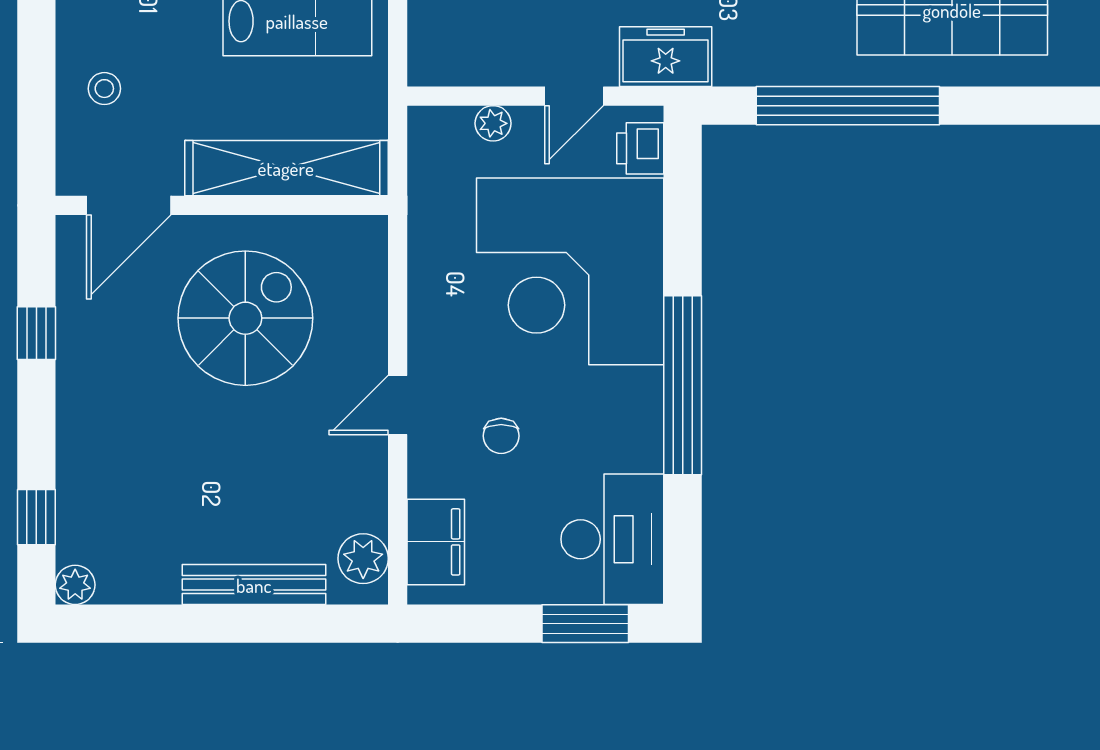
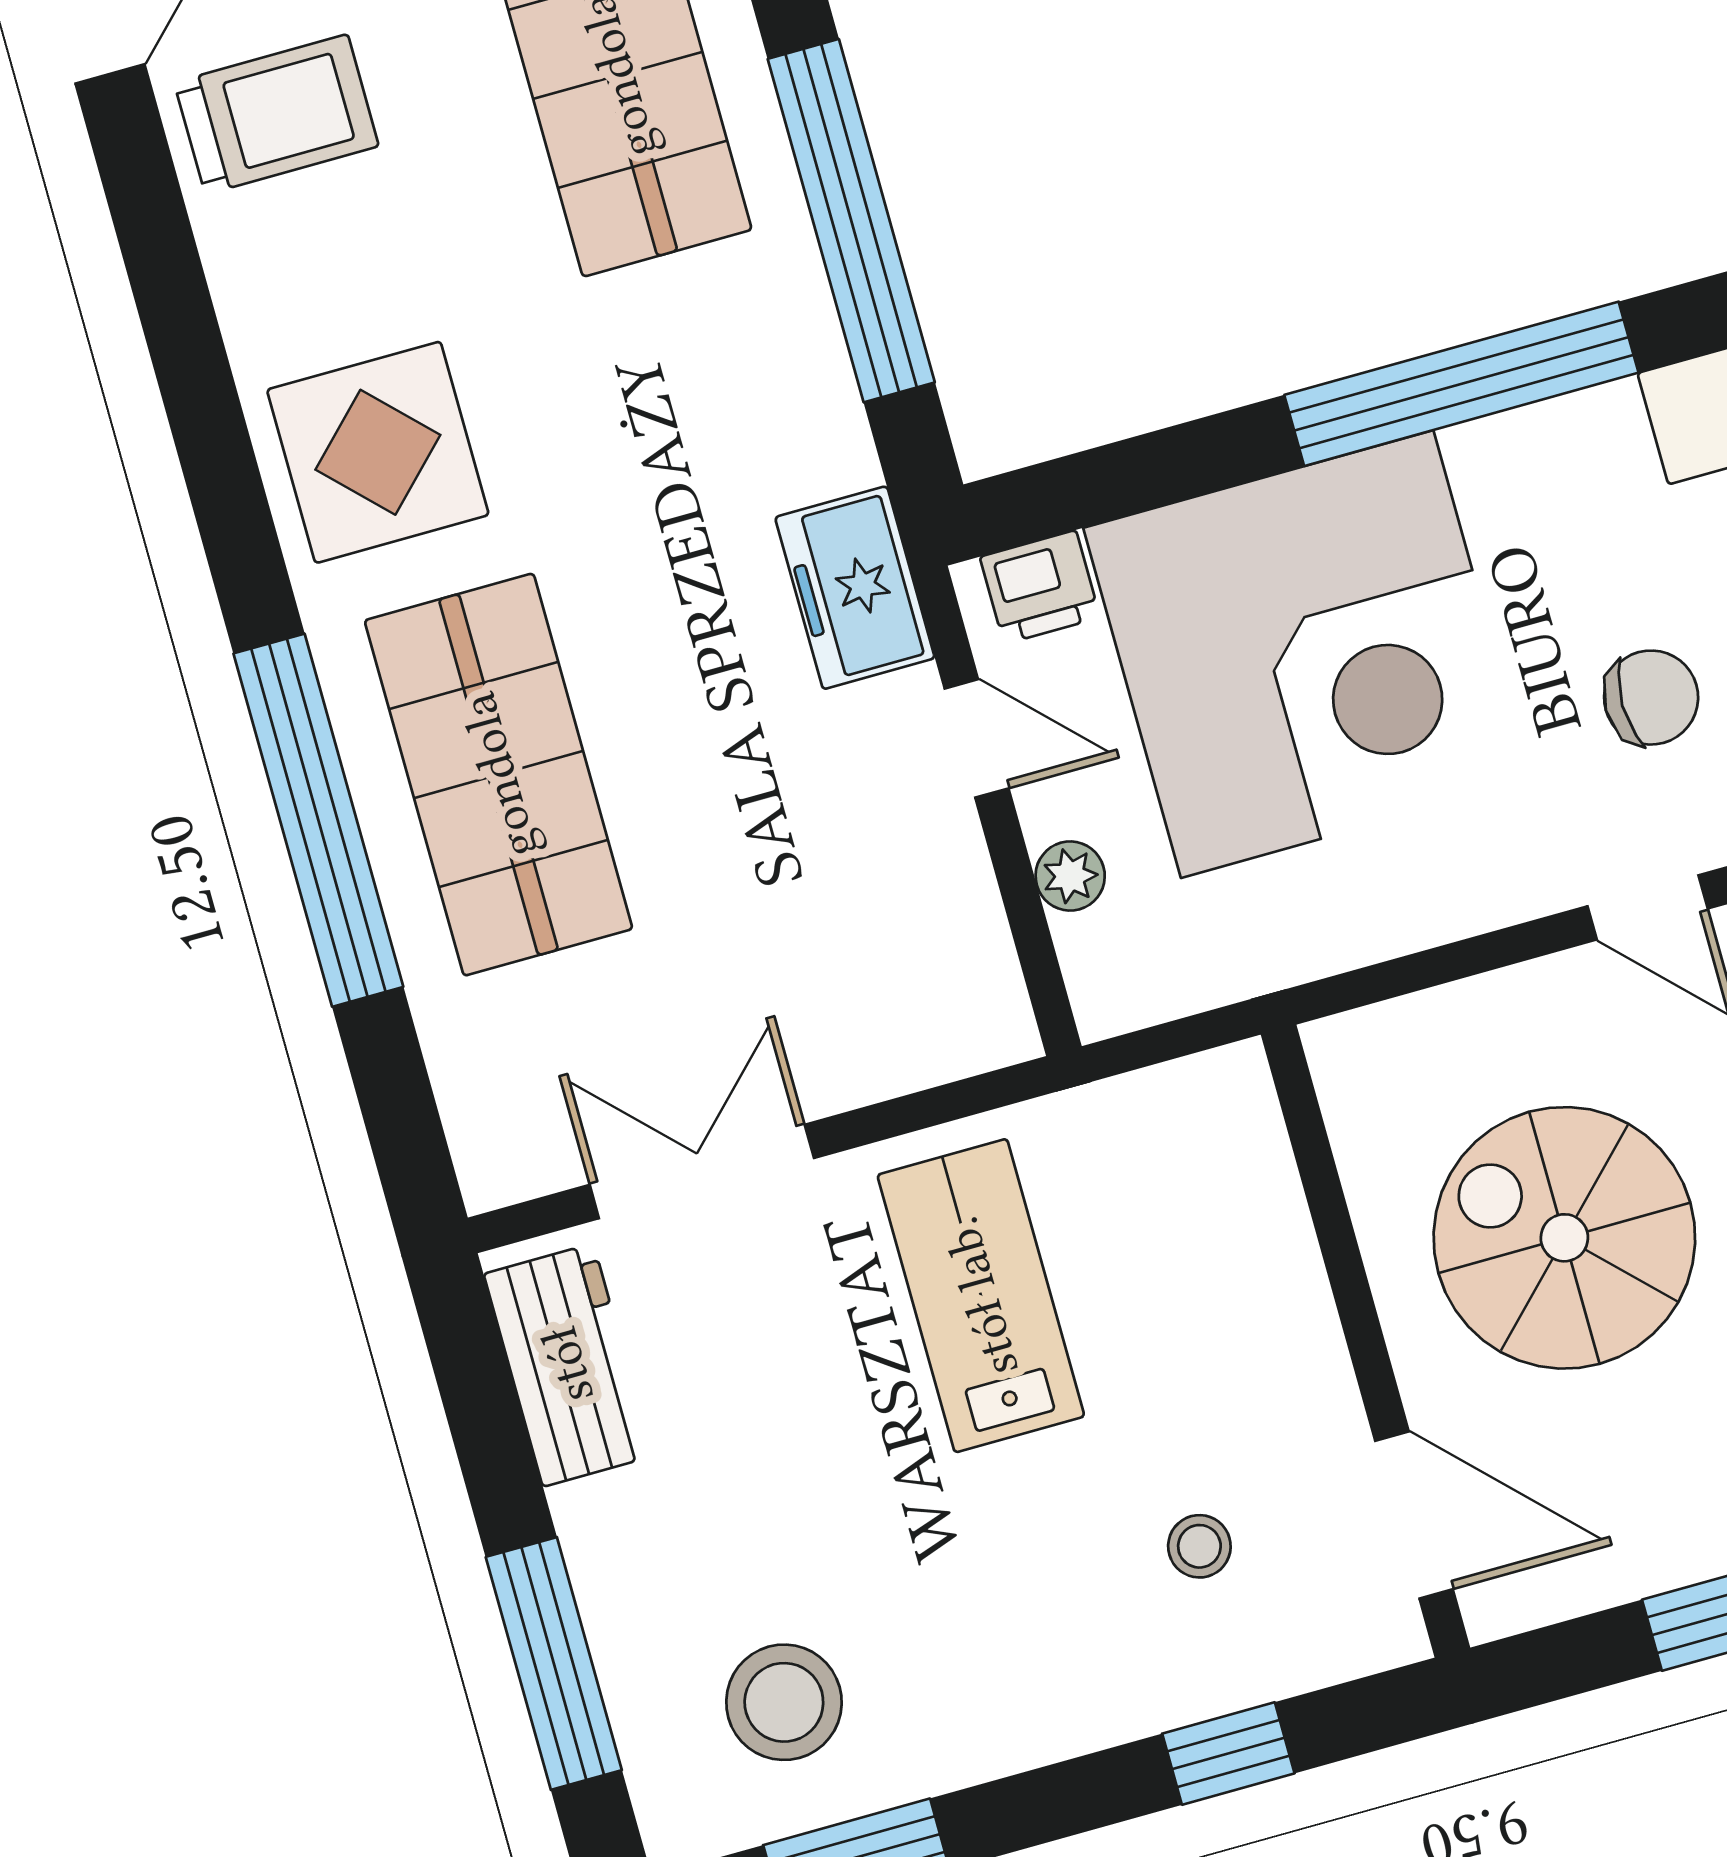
window: (36, 80) -> (1228, 1753), added
stool: (104, 89) -> (1199, 1546), moved
shelving: (286, 168) -> (1262, 1239), removed
chair: (501, 436) -> (1651, 698), width x1.37, depth x1.37

